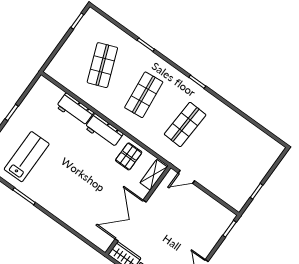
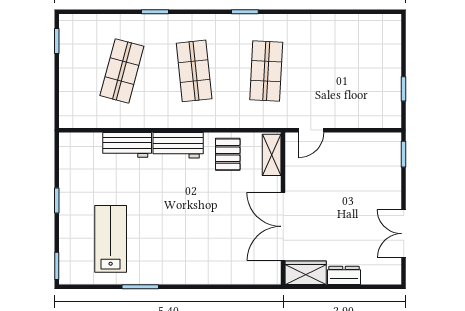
shop shelf: (102, 65) -> (122, 71), turned 36

